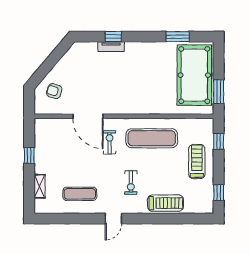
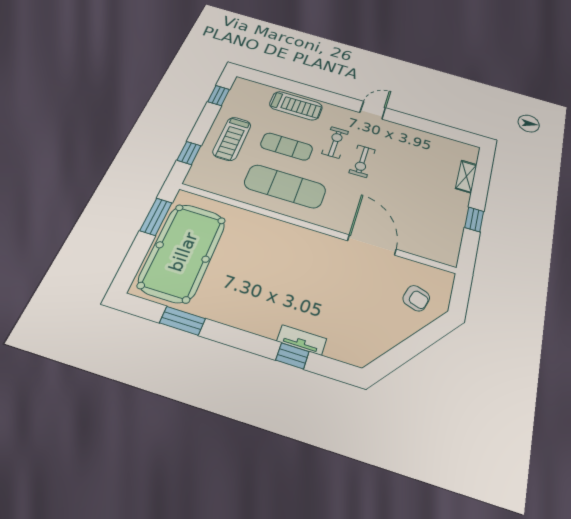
exercise bike: (110, 142) -> (362, 161), moved
exercise mat: (80, 194) -> (287, 147), moved
treadmill: (166, 203) -> (296, 106), turned 180

